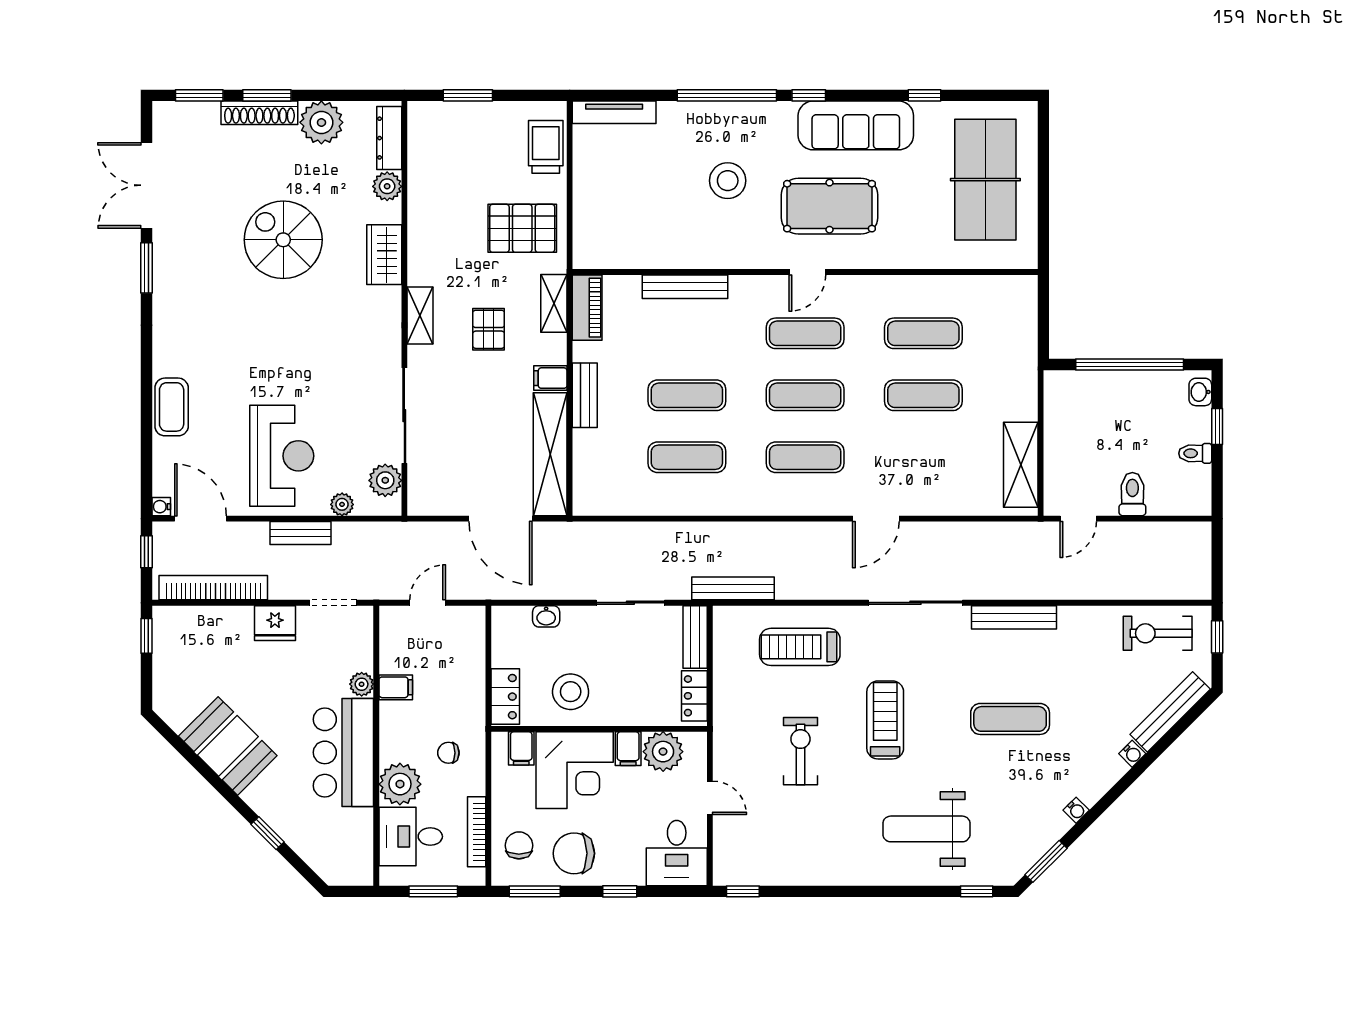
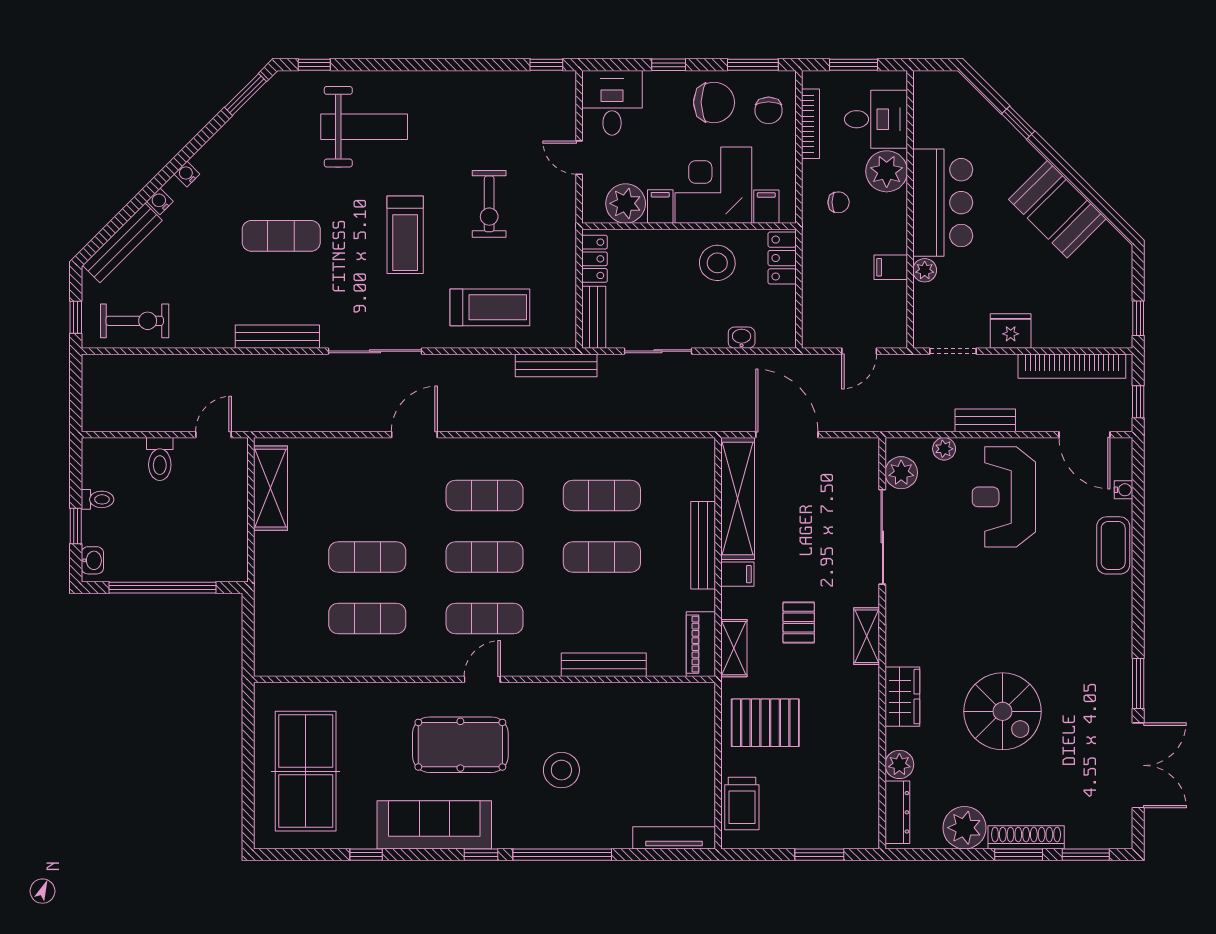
bench: (585, 395) -> (703, 545), width x1.36
water cooler: (161, 507) -> (1124, 490), moved
water cooler: (1076, 810) -> (187, 174), moved

